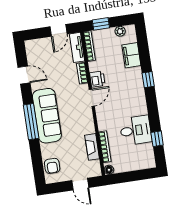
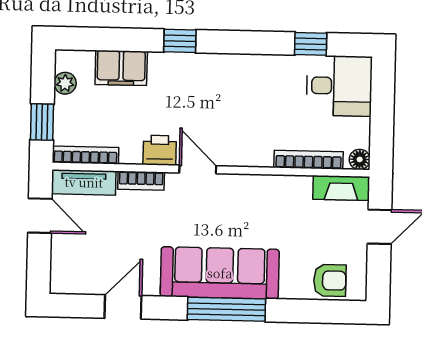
desk: (136, 130) -> (339, 86), moved, turned 90
fireplace: (92, 147) -> (341, 188), moved

